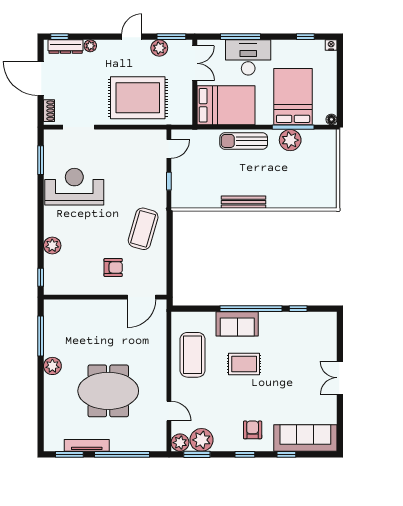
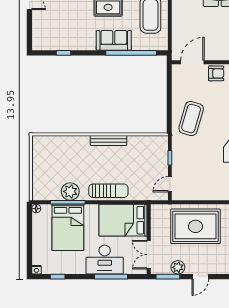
armchair: (113, 267) -> (216, 73), moved, turned 180
window: (251, 309) -> (131, 53), moved

